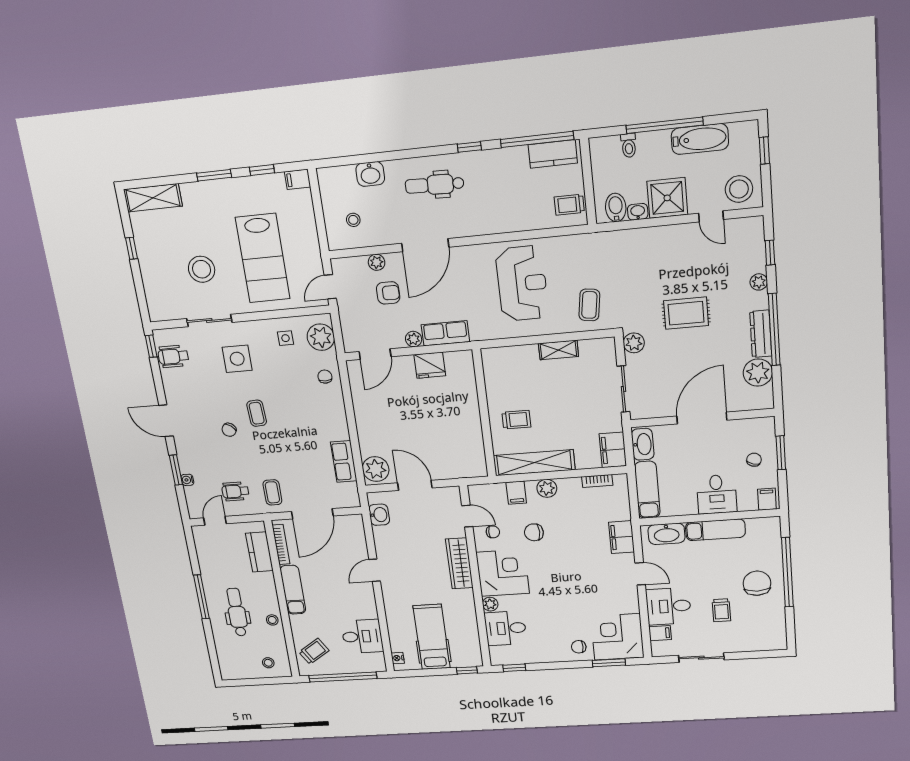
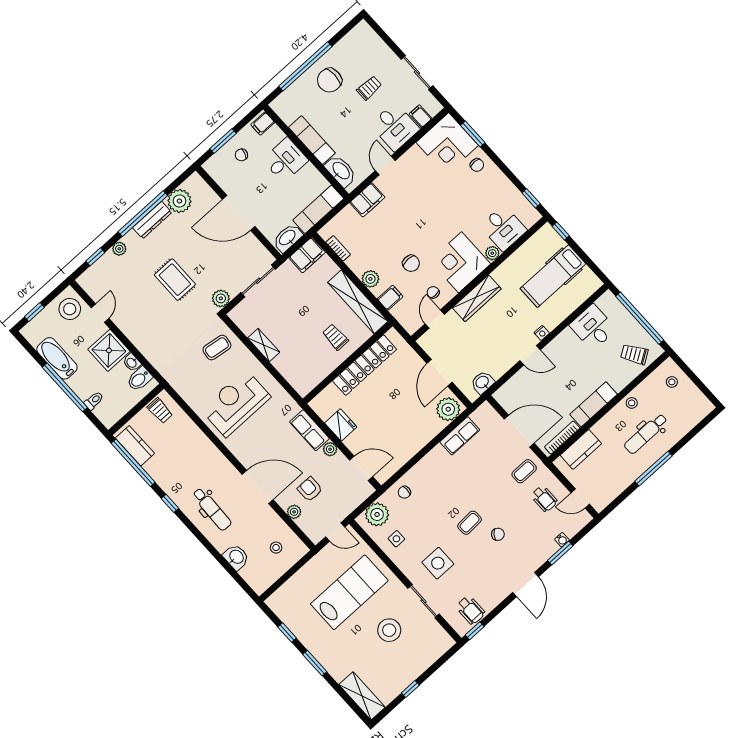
filing cabinet: (298, 179) -> (276, 604), removed
locker: (471, 426) -> (365, 365), added
nightstand: (398, 658) -> (542, 333), moved

